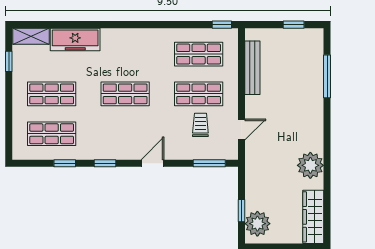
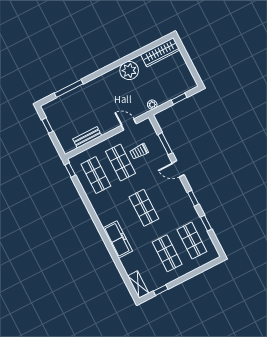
freezer: (75, 39) -> (118, 239), moved
bench: (252, 68) -> (87, 137), width x0.73
window: (209, 163) -> (165, 144), moved
plant: (257, 224) -> (152, 105), moved, width x0.53, depth x0.53

